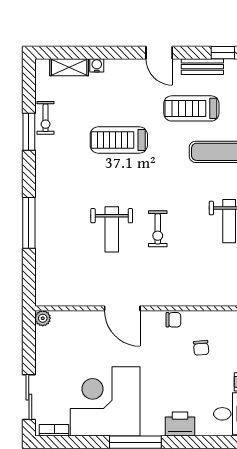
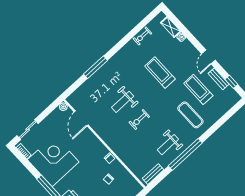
window: (29, 132) -> (131, 35), removed
door: (122, 308) -> (81, 118), moved

